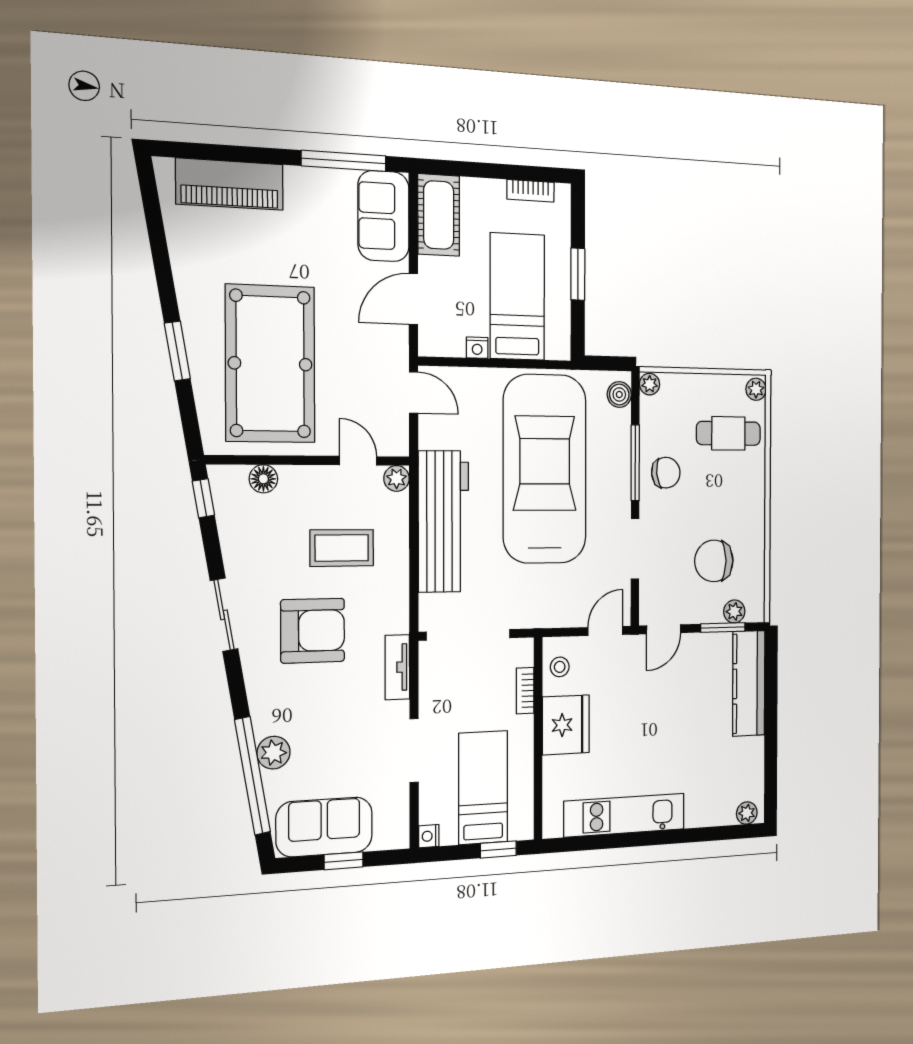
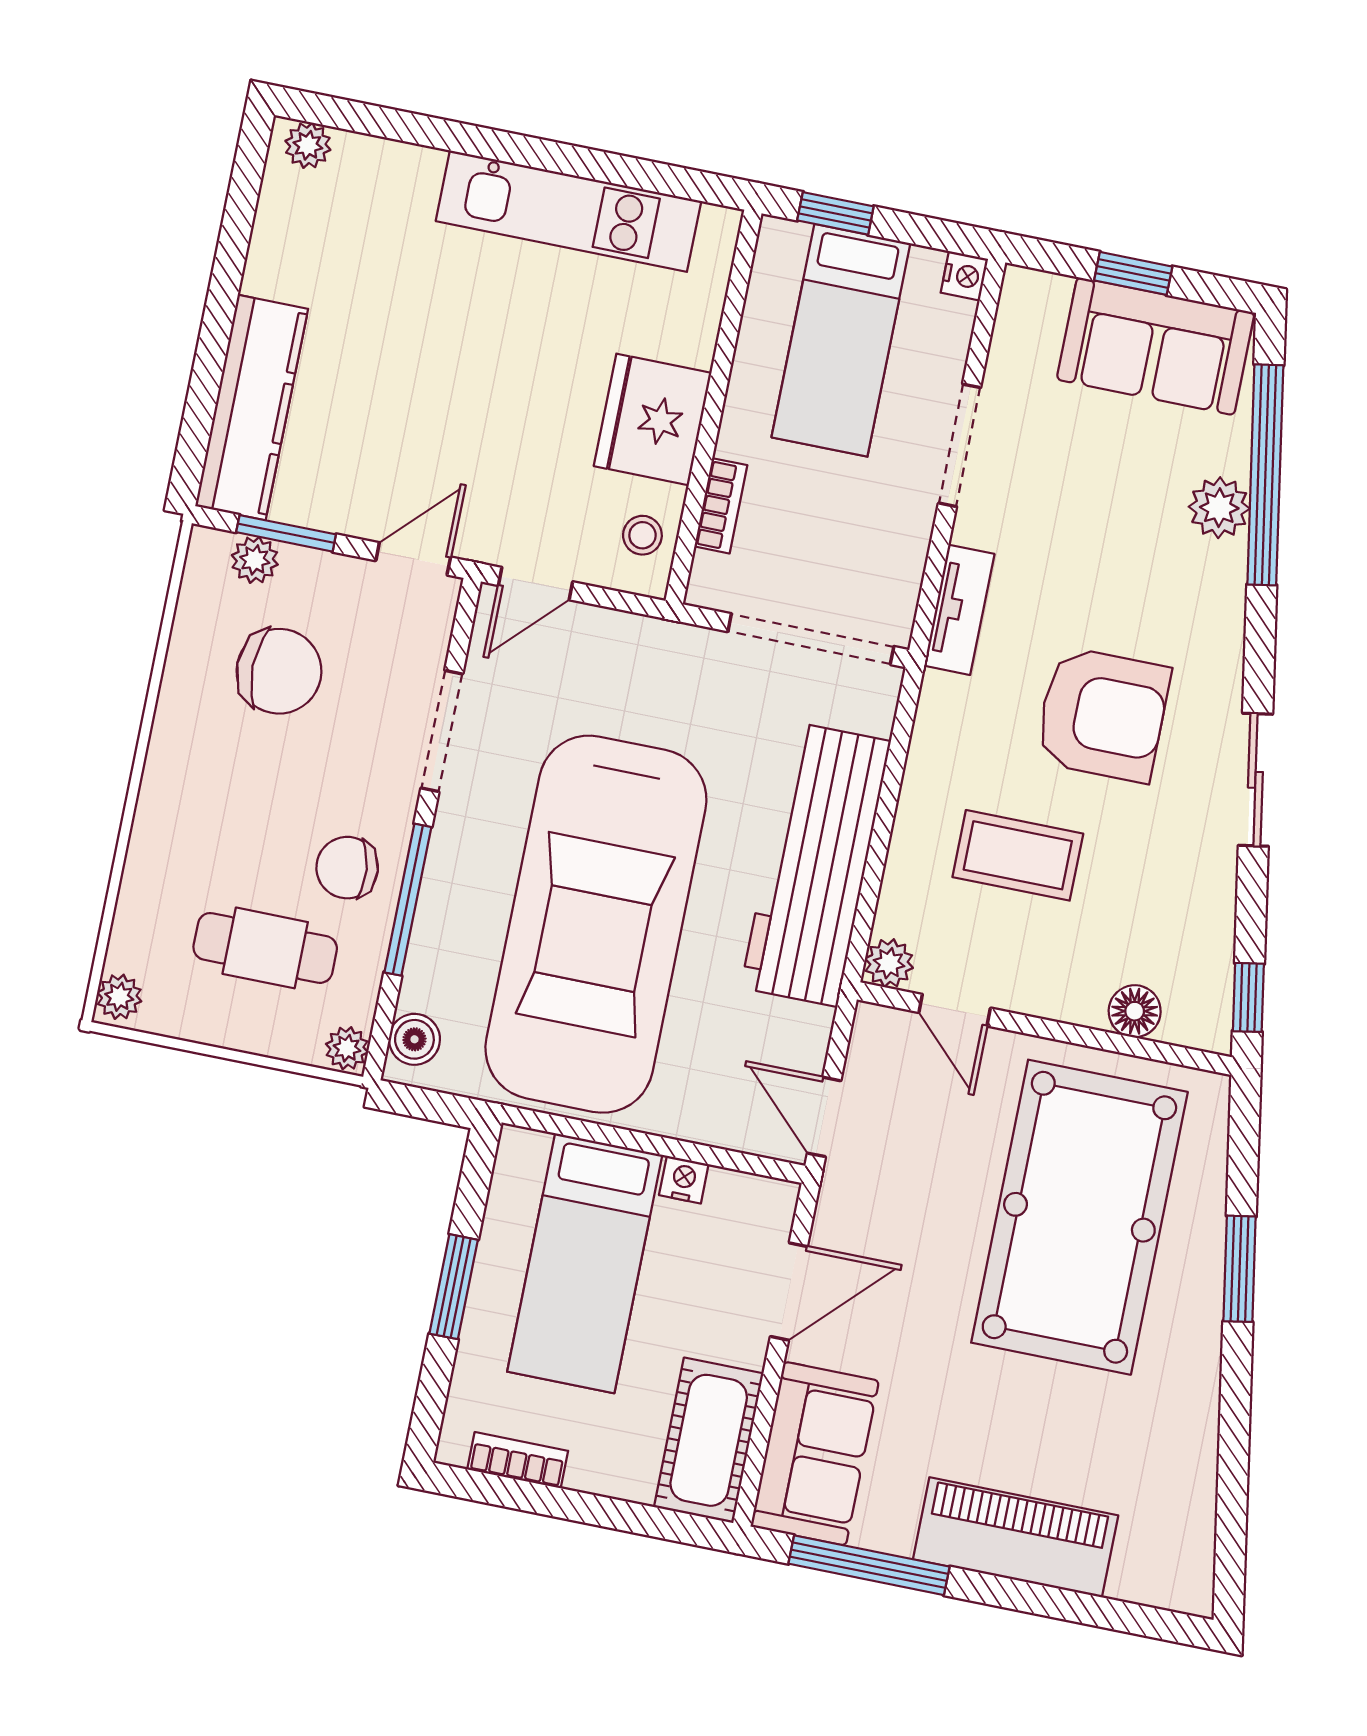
piano: (230, 184) -> (1016, 1537), moved
cafe table: (728, 433) -> (265, 948), moved
armchair: (313, 631) -> (1102, 715), turned 180

